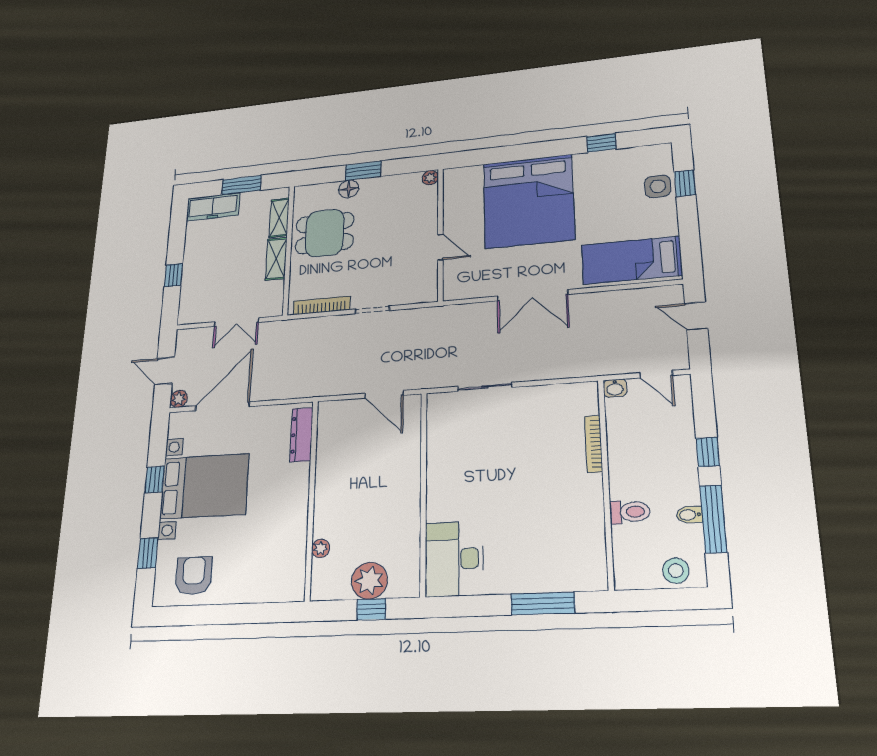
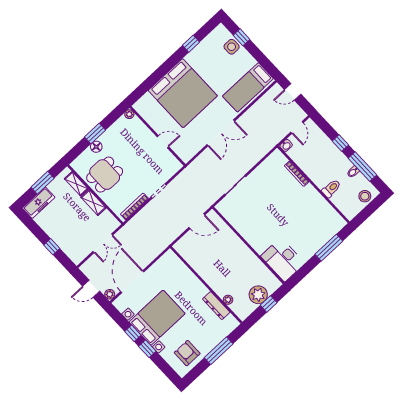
door: (656, 374) -> (297, 127), hinge flipped
dresser: (301, 435) -> (216, 306), moved
window: (148, 553) -> (147, 349), moved
window: (237, 614) -> (219, 351), added

